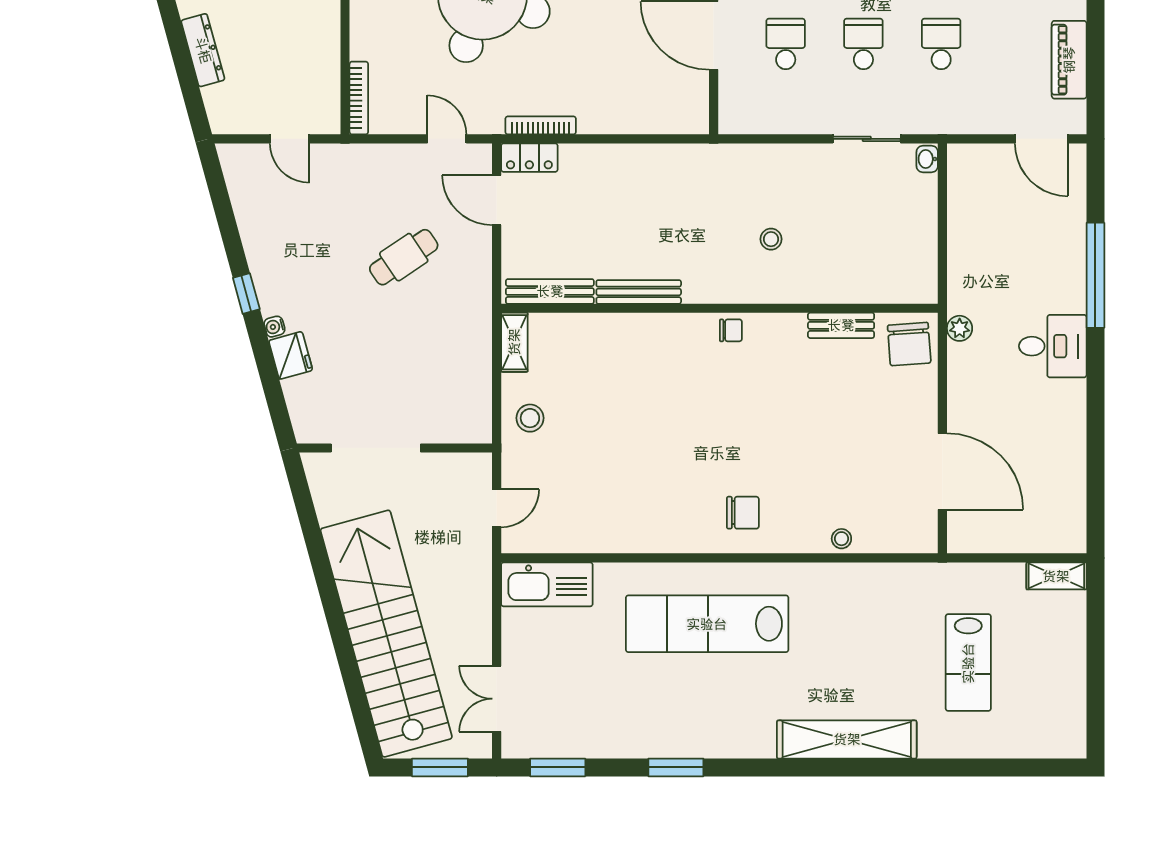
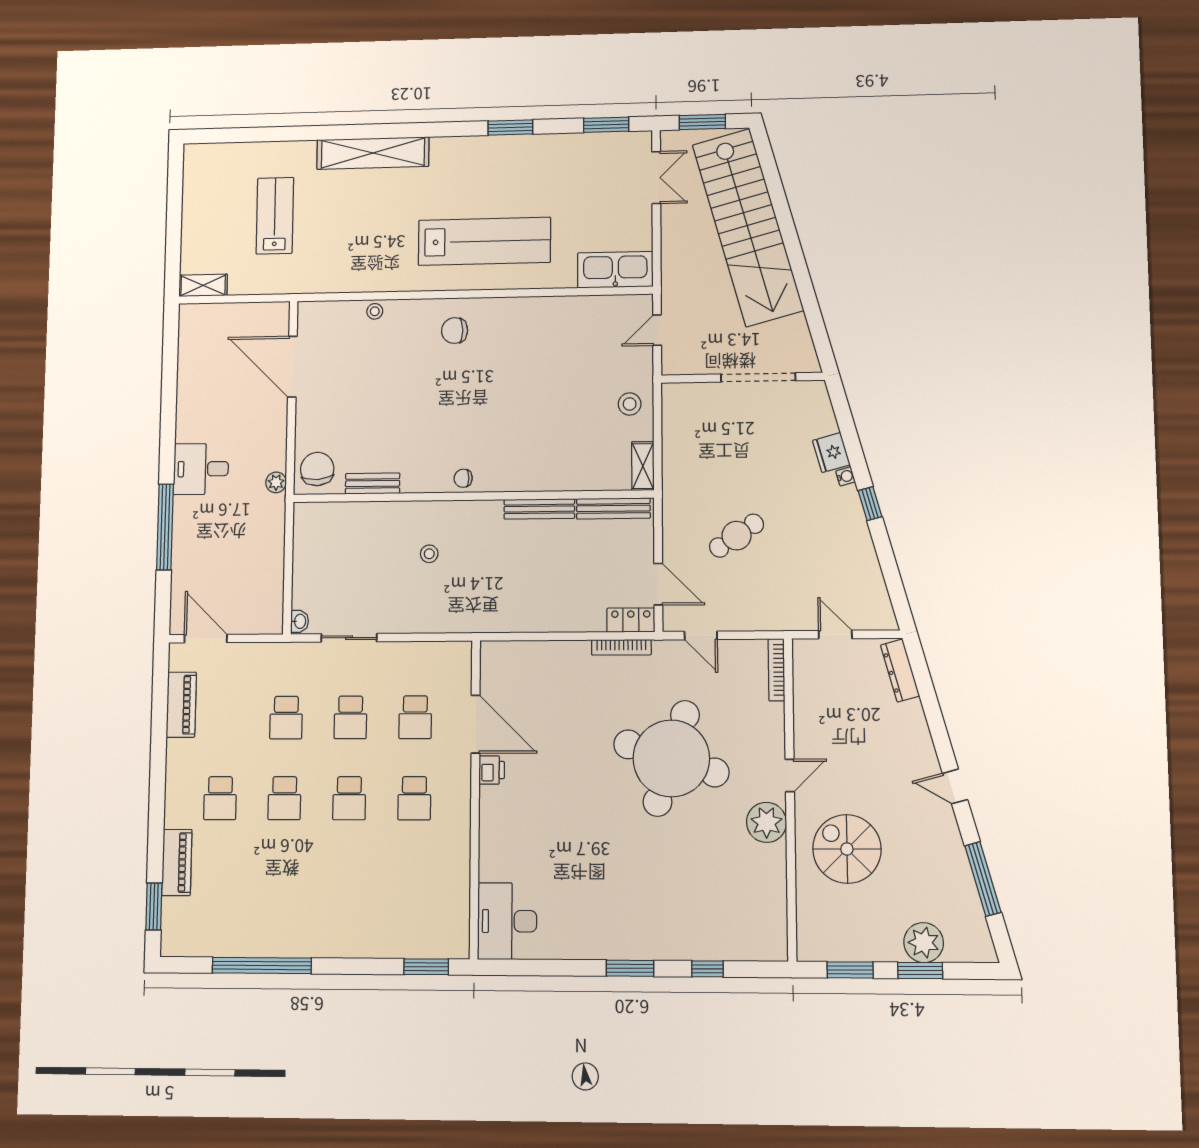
dresser: (203, 50) -> (900, 670), moved

